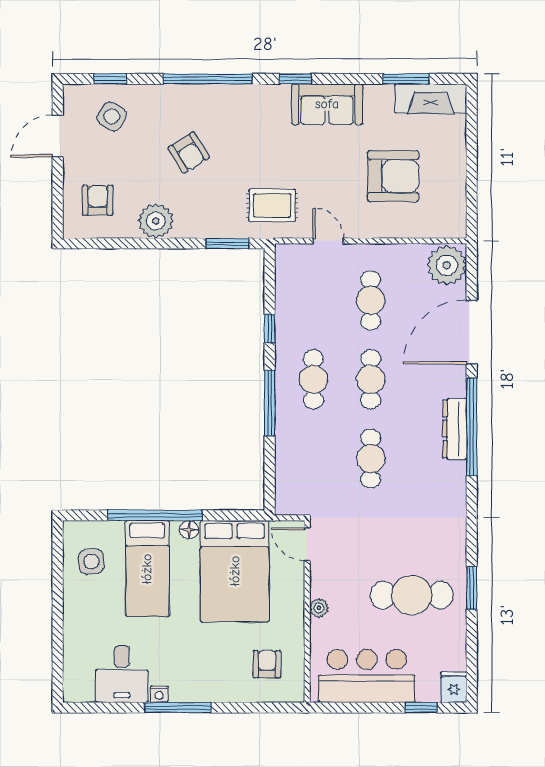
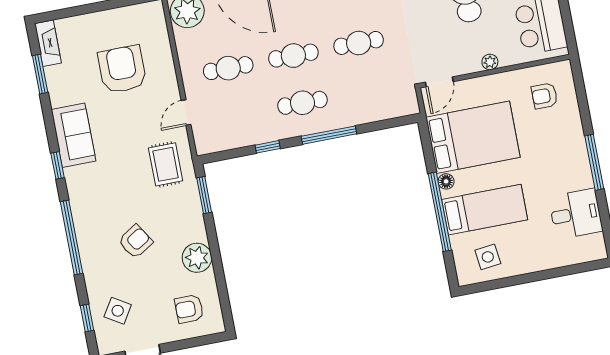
fireplace: (431, 99) -> (48, 43), width x0.73, depth x0.76
nightstand: (159, 694) -> (586, 180), removed

